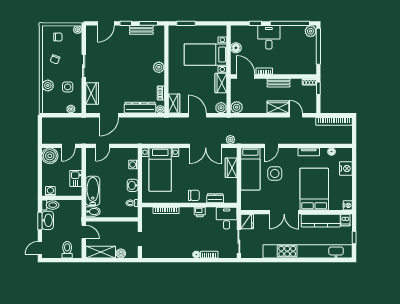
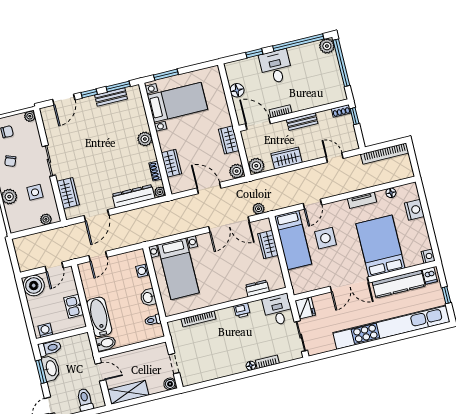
bed with nightstands: (205, 55) -> (177, 102), moved, turned 180
wardrobe: (174, 103) -> (171, 163), moved
wardrobe: (278, 107) -> (287, 158), moved
chair: (194, 195) -> (229, 291), removed
boiler: (121, 253) -> (170, 384), moved

